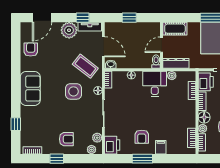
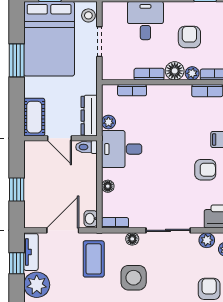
coffee table: (85, 66) -> (94, 259), turned -38
printer: (206, 82) -> (118, 68), removed

